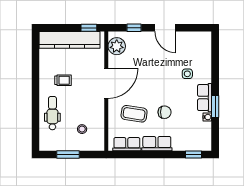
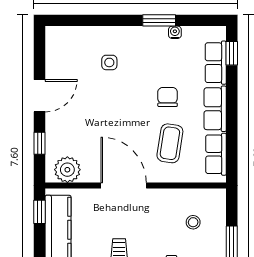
row of seats: (205, 98) -> (216, 63), moved, turned 90

